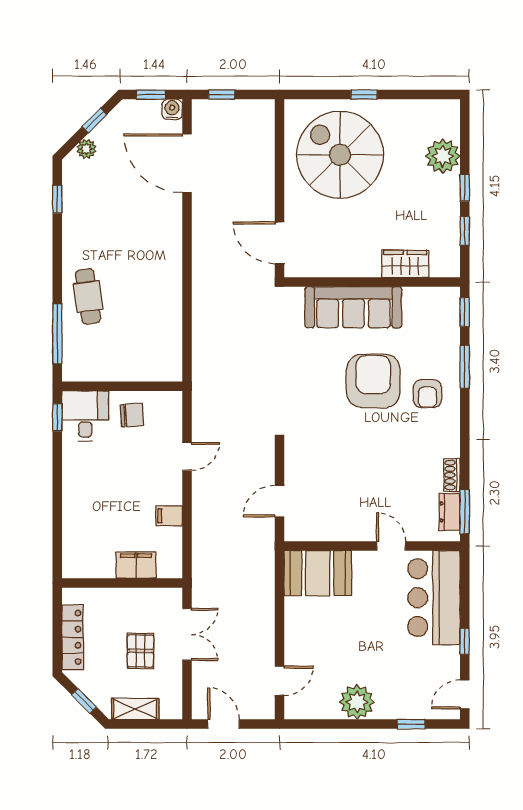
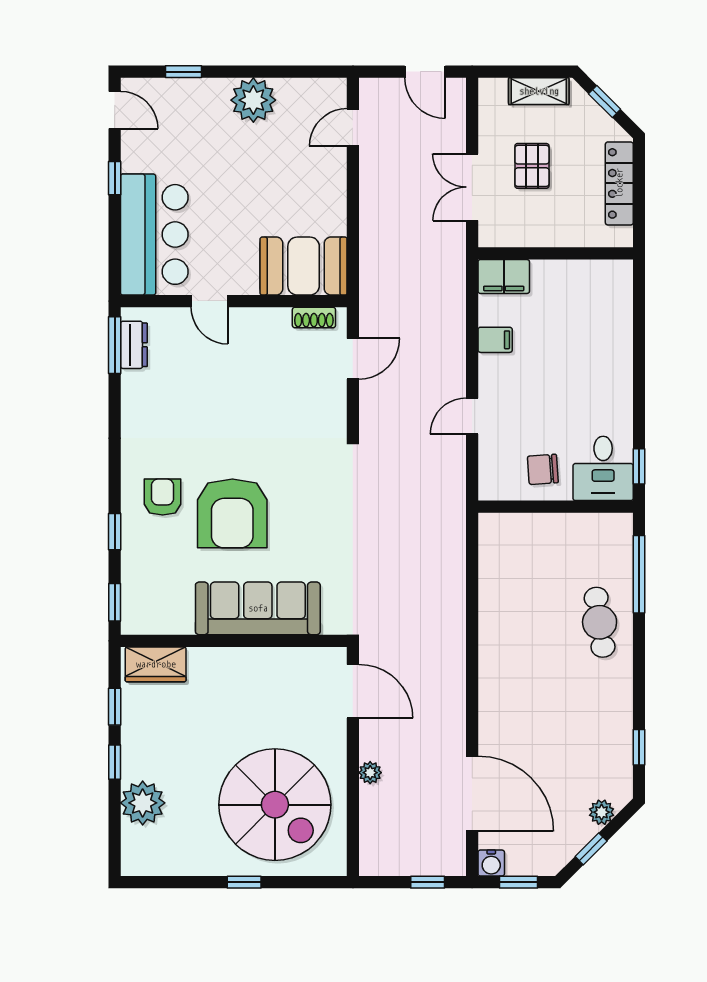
plant: (266, 180) -> (370, 773), added
wardrobe: (405, 264) -> (156, 664), moved
window: (465, 367) -> (115, 532), width x0.67
shoe rack: (452, 475) -> (314, 317), moved, turned 90
filing cabinet: (136, 565) -> (504, 276), moved
door: (465, 694) -> (115, 110), hinge flipped

